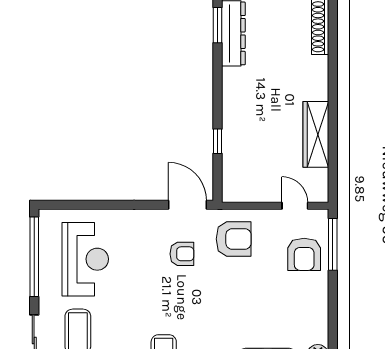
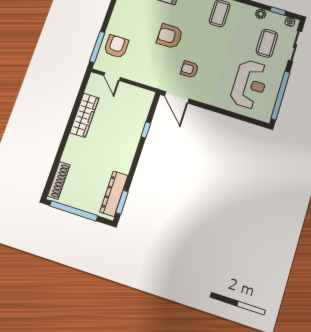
armchair: (234, 239) -> (170, 36), moved
reception desk: (85, 259) -> (249, 84), turned 180

